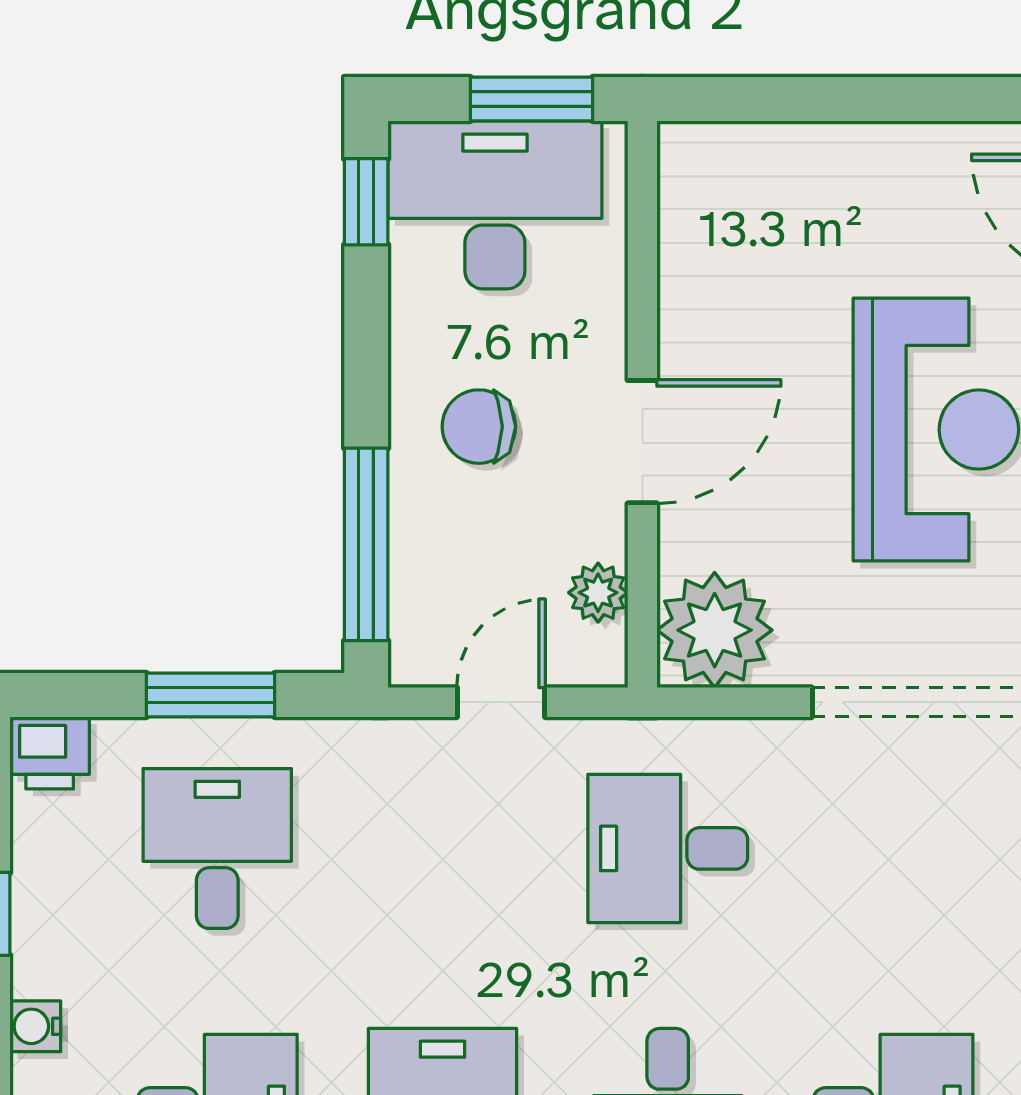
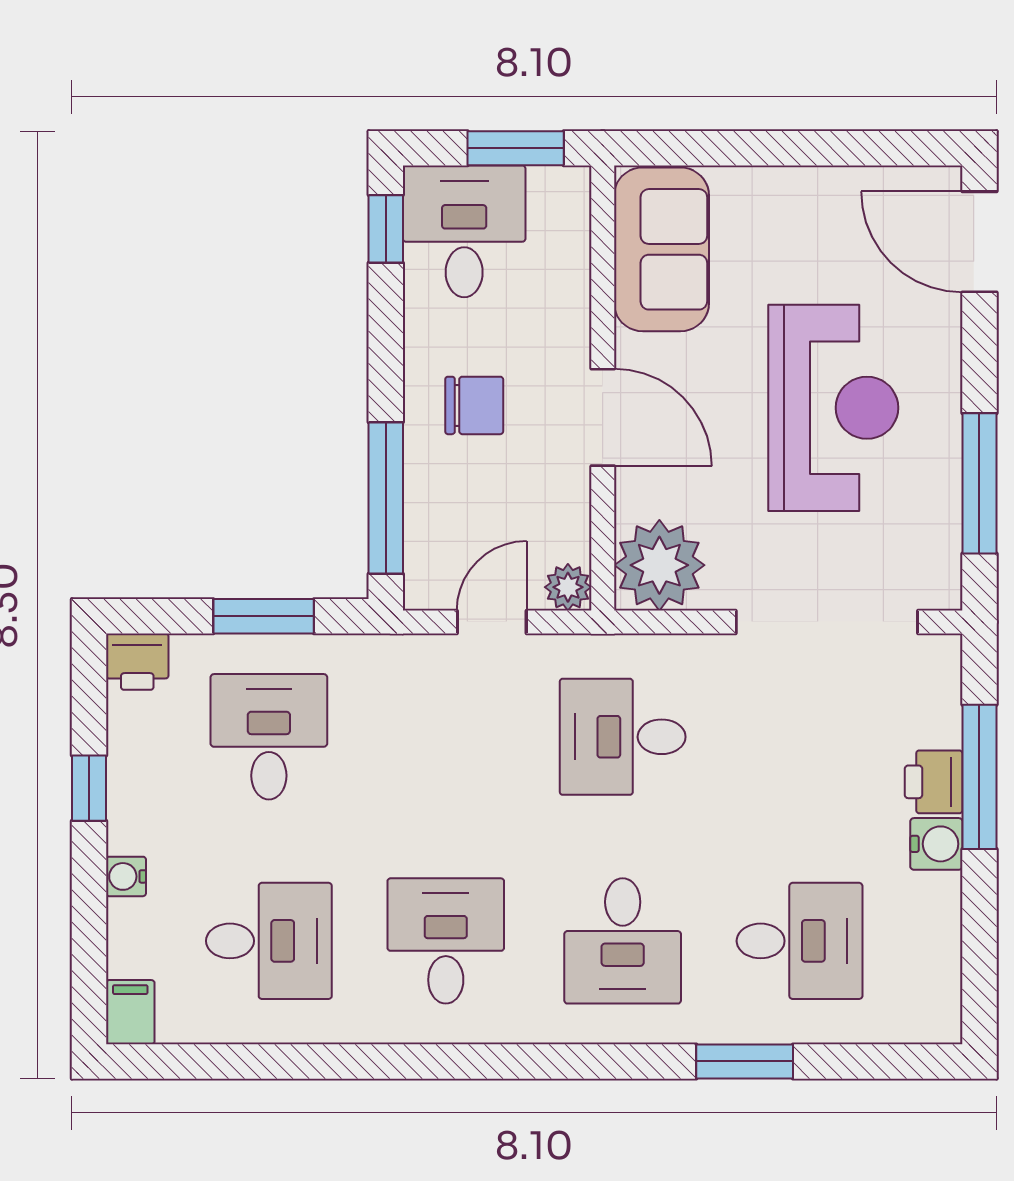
desk: (495, 205) -> (464, 231), width x0.73
sofa: (717, 228) -> (662, 249), added
chair: (479, 427) -> (474, 405), turned 180
door: (642, 442) -> (603, 417), hinge flipped
plant: (598, 593) -> (568, 587), moved

